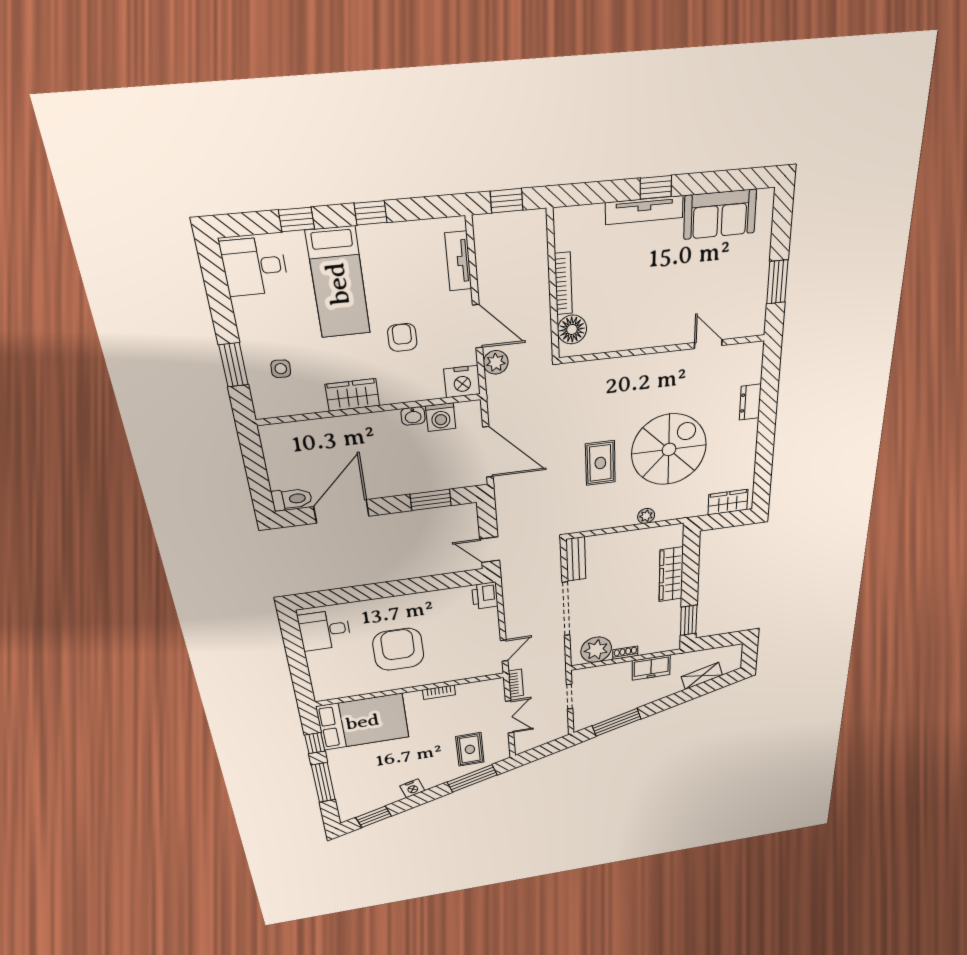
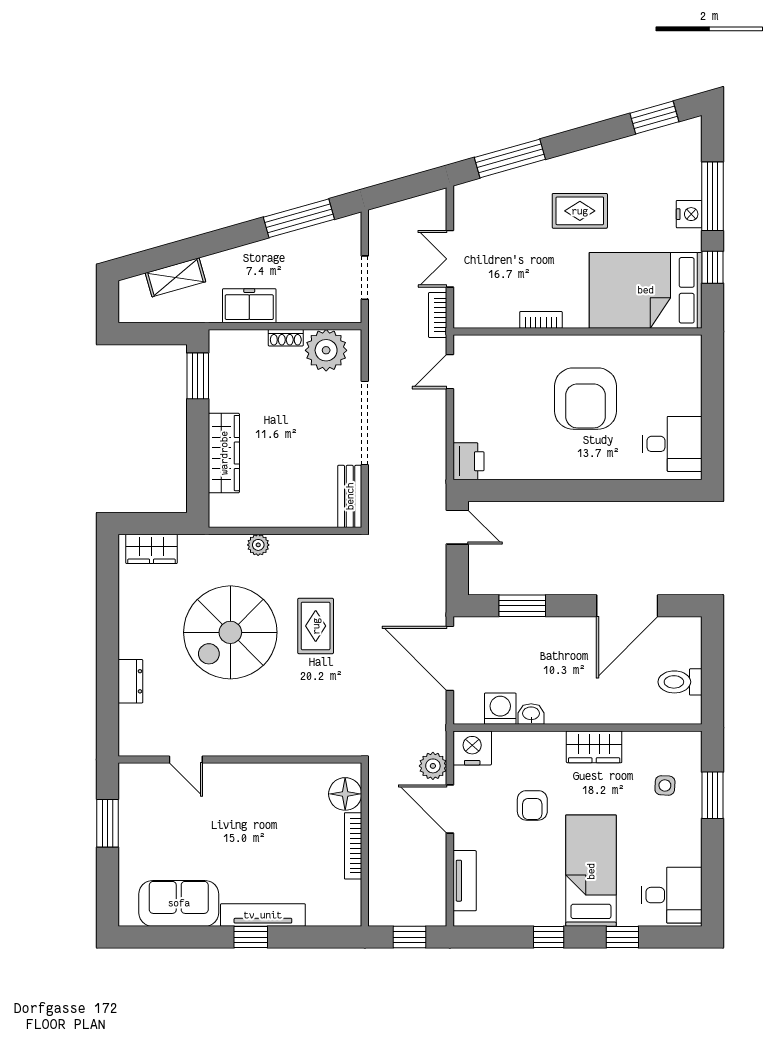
toilet: (292, 499) -> (680, 682), moved
rug: (470, 749) -> (580, 211), moved, turned 90
nightstand: (412, 788) -> (689, 214), moved, turned 106

